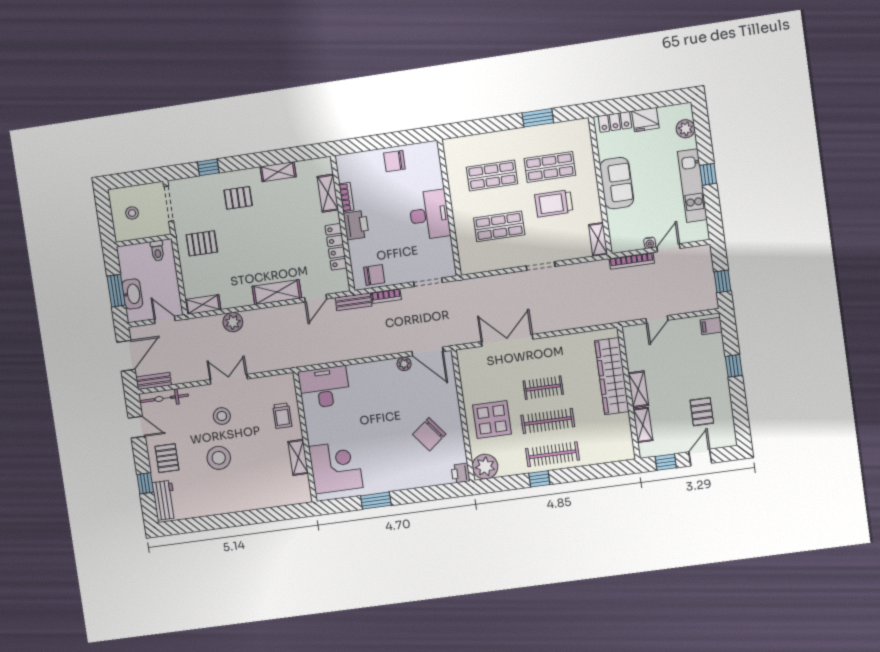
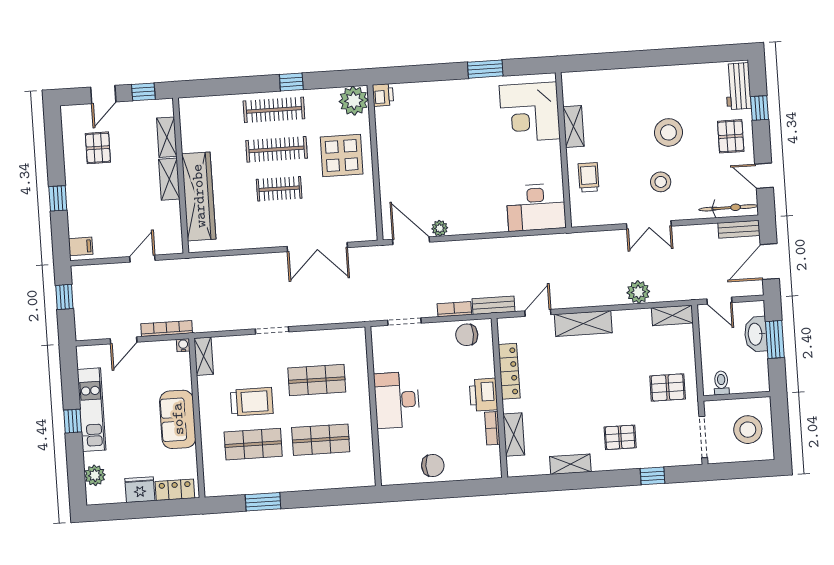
stool: (132, 213) -> (748, 430), width x1.89, depth x1.89
water cooler: (650, 243) -> (183, 345), moved
chair: (429, 434) -> (416, 143), removed

